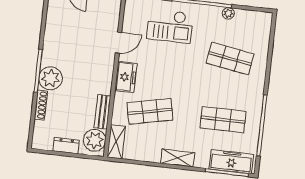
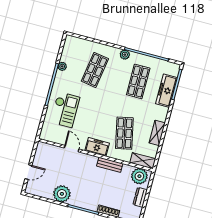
plant: (51, 78) -> (62, 194), moved
plant: (257, 96) -> (125, 55), added
bench: (103, 112) -> (110, 165), moved
shelving: (177, 158) -> (157, 133), moved
freezer: (231, 162) -> (166, 91), moved

